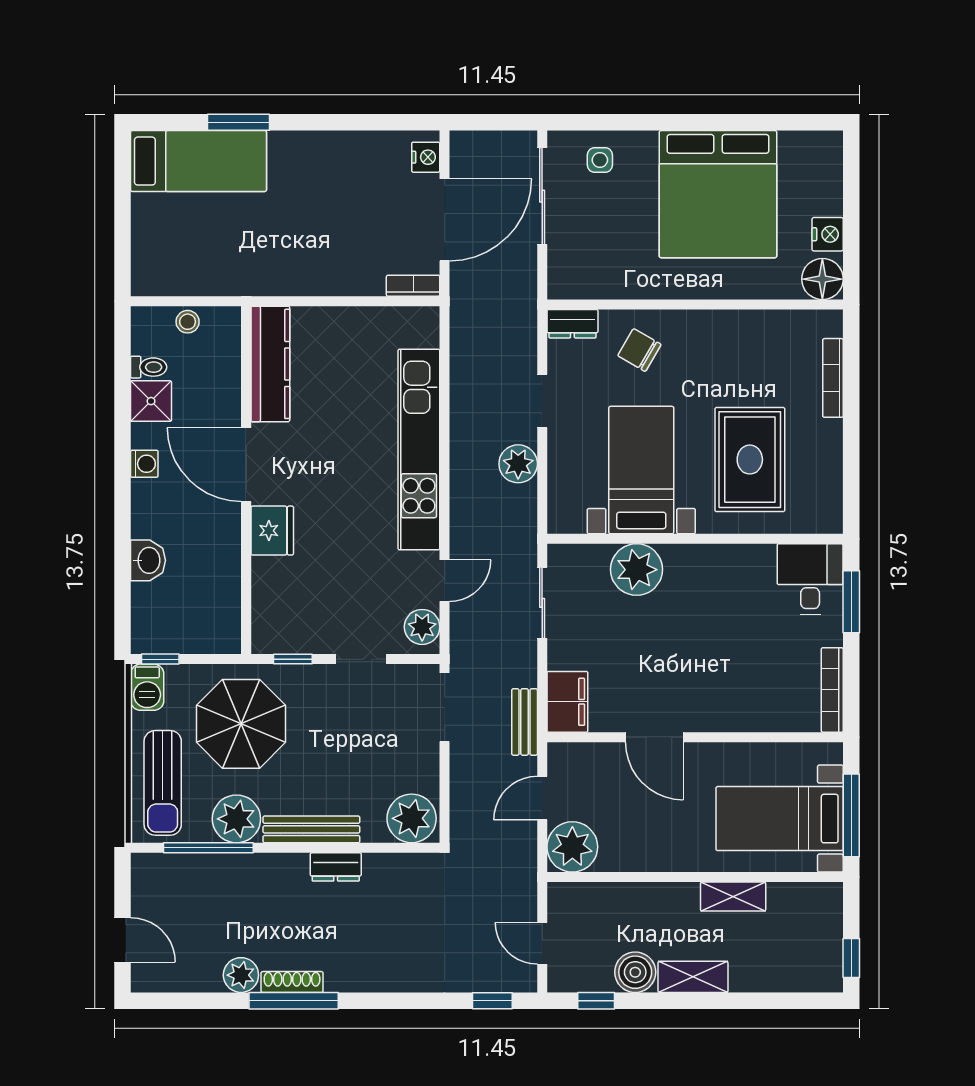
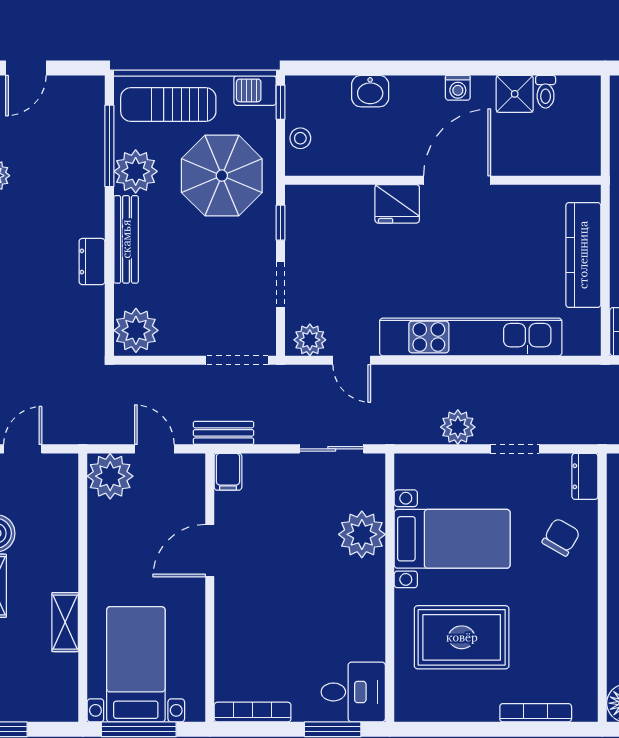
stool: (188, 322) -> (300, 138), moved
kitchen counter: (270, 364) -> (583, 255), moved, turned 90
filing cabinet: (567, 702) -> (228, 472), width x0.50

